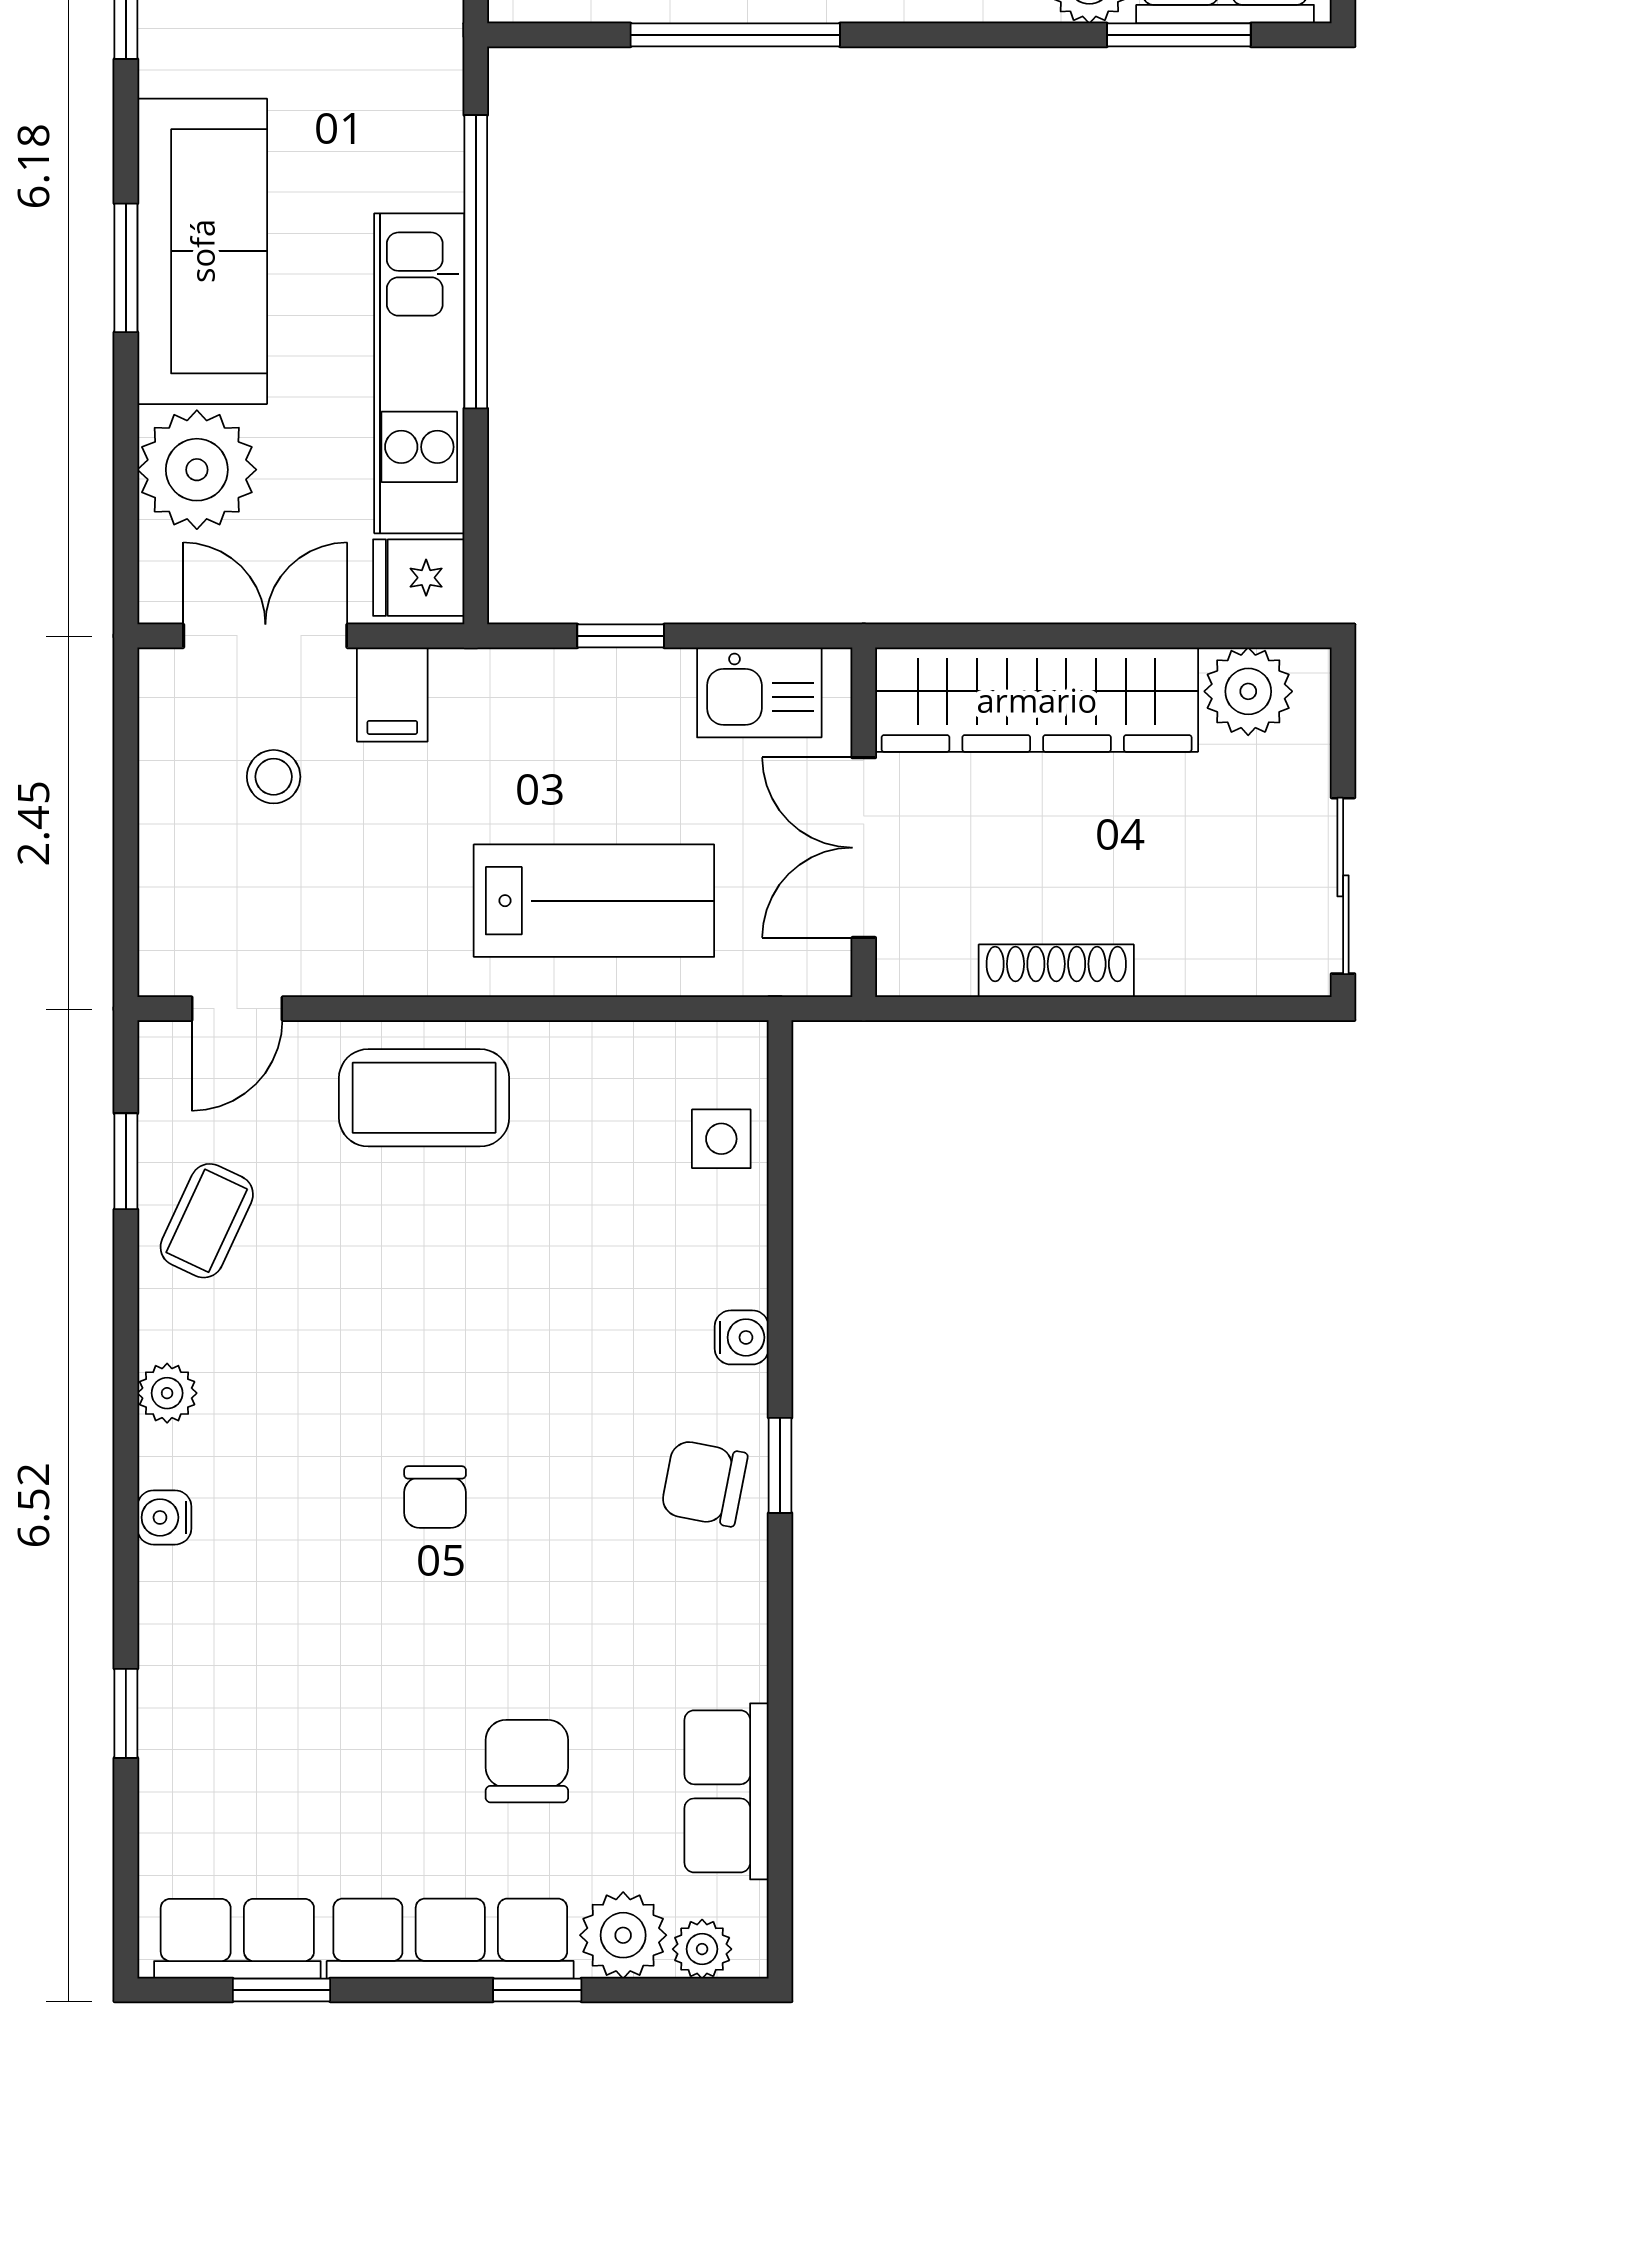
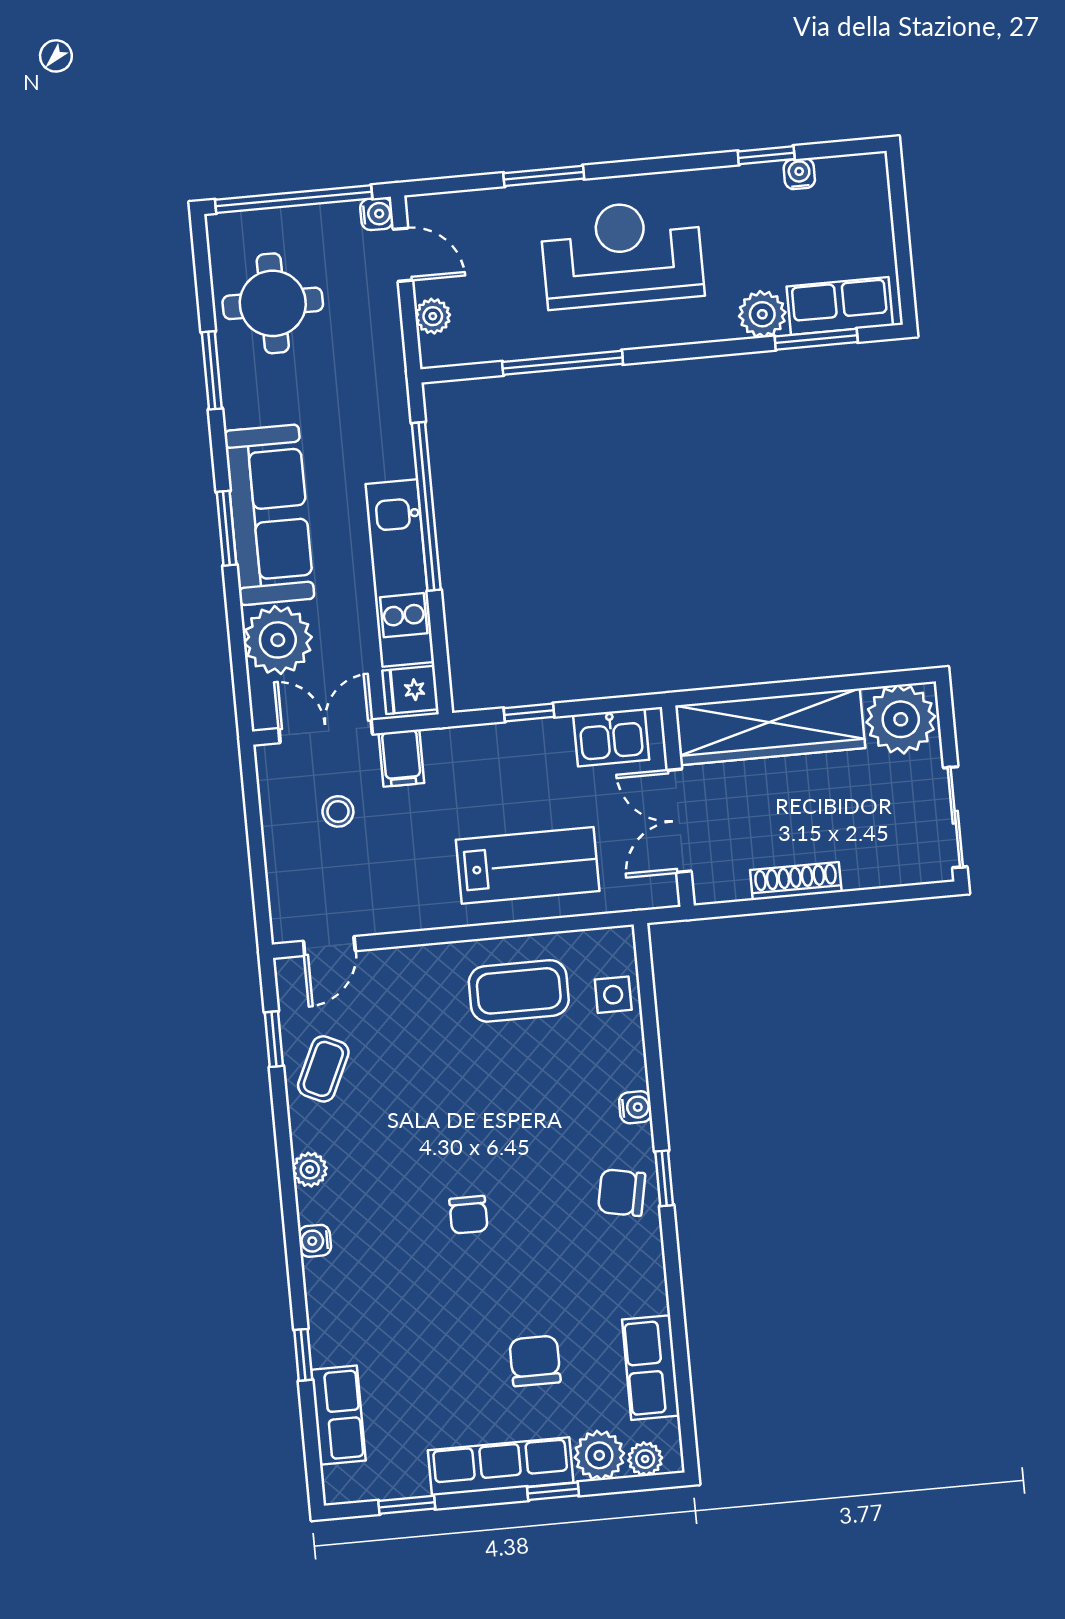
plant: (1248, 691) -> (901, 719), width x1.36, depth x1.36
coffee table: (424, 1098) -> (519, 991), moved
row of seats: (237, 1939) -> (338, 1415), moved, turned 90

